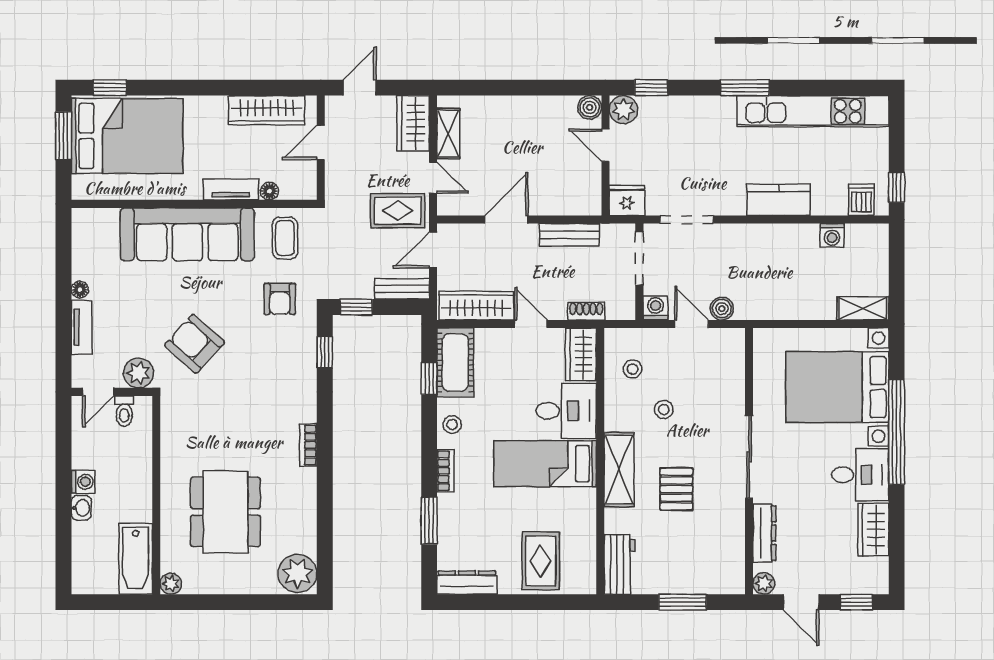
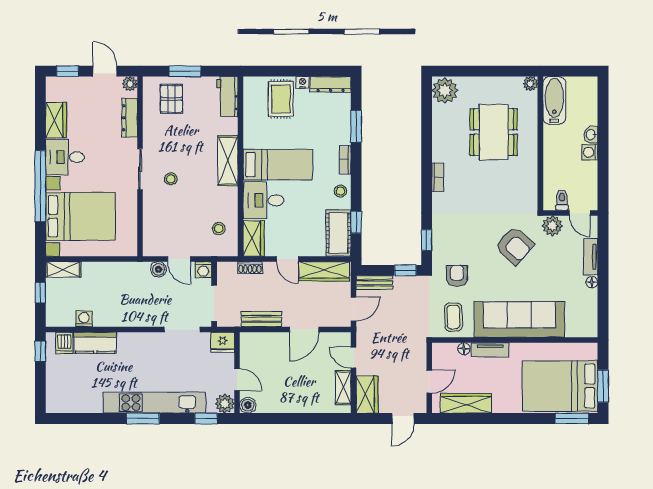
window: (110, 88) -> (572, 419), width x1.50
kitchen unit: (813, 111) -> (154, 403), moved
kitchen counter: (779, 200) -> (95, 343), moved
rug: (398, 211) -> (377, 335), removed
window: (897, 274) -> (40, 293), added
door: (98, 392) -> (580, 213), swing flipped
stool: (664, 410) -> (171, 179), moved
sliding door: (749, 457) -> (140, 169), width x0.73
pallet: (676, 489) -> (171, 99), moved
nightstand: (509, 585) -> (302, 82), added

